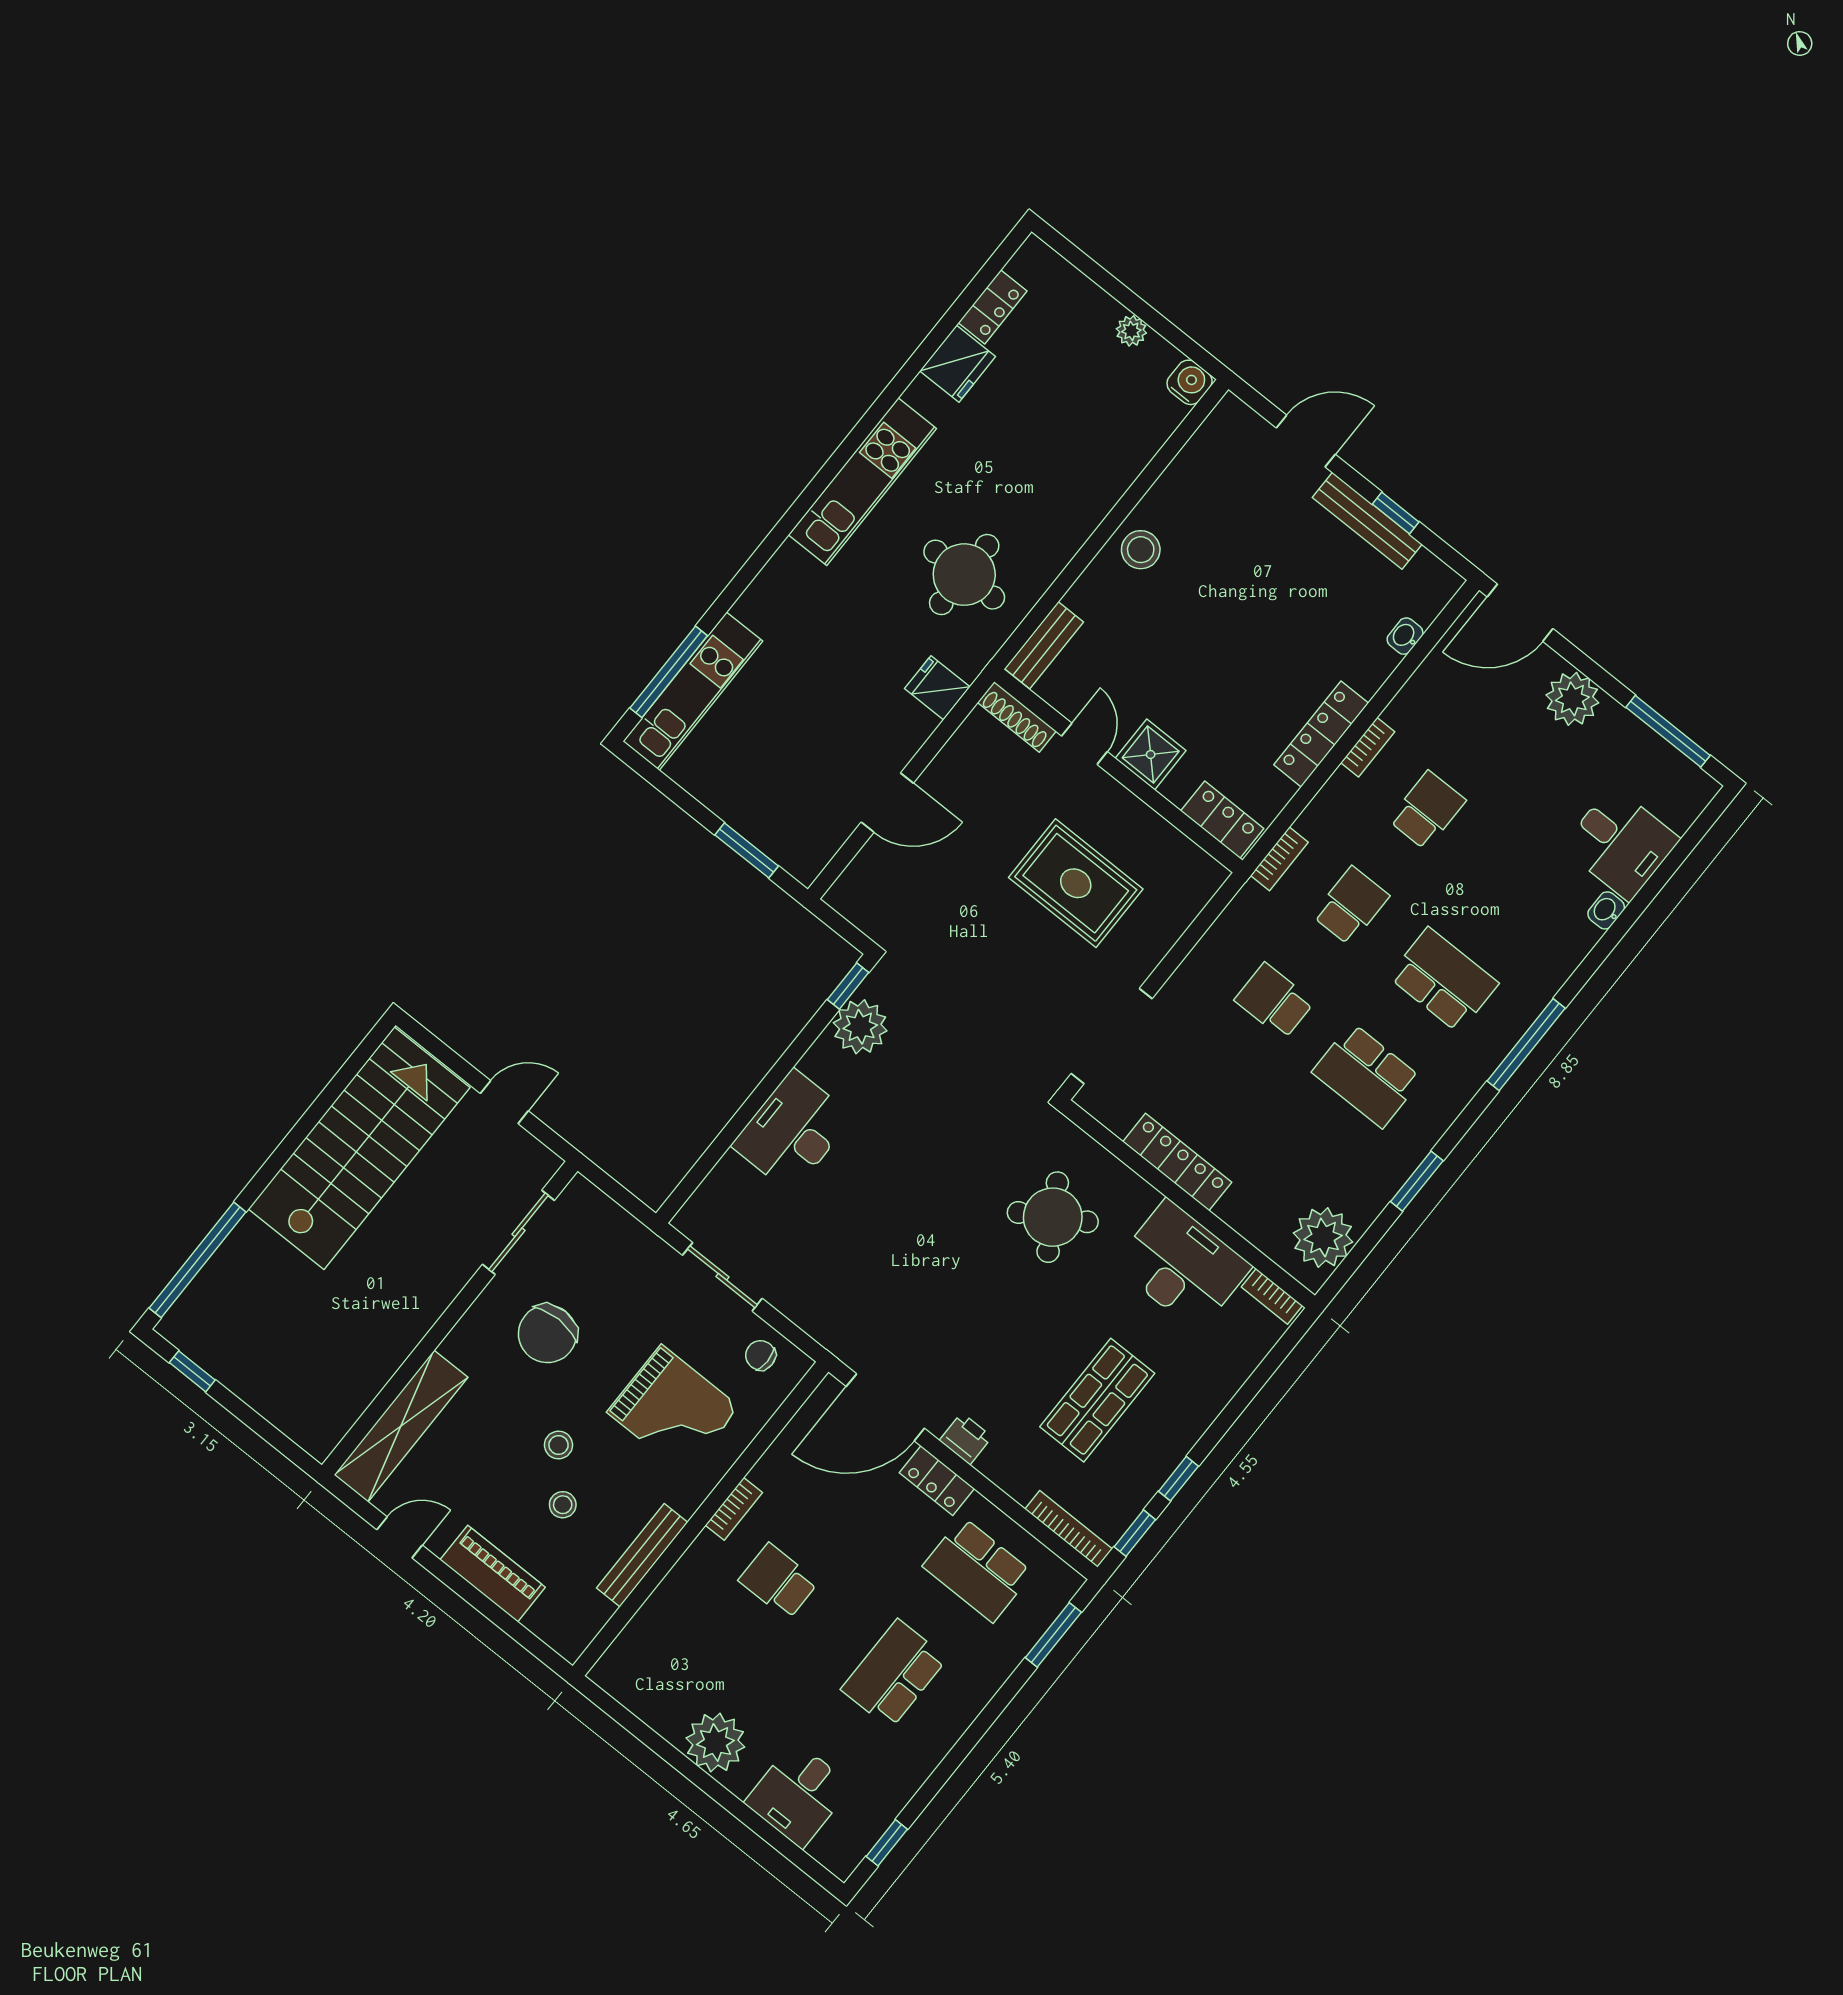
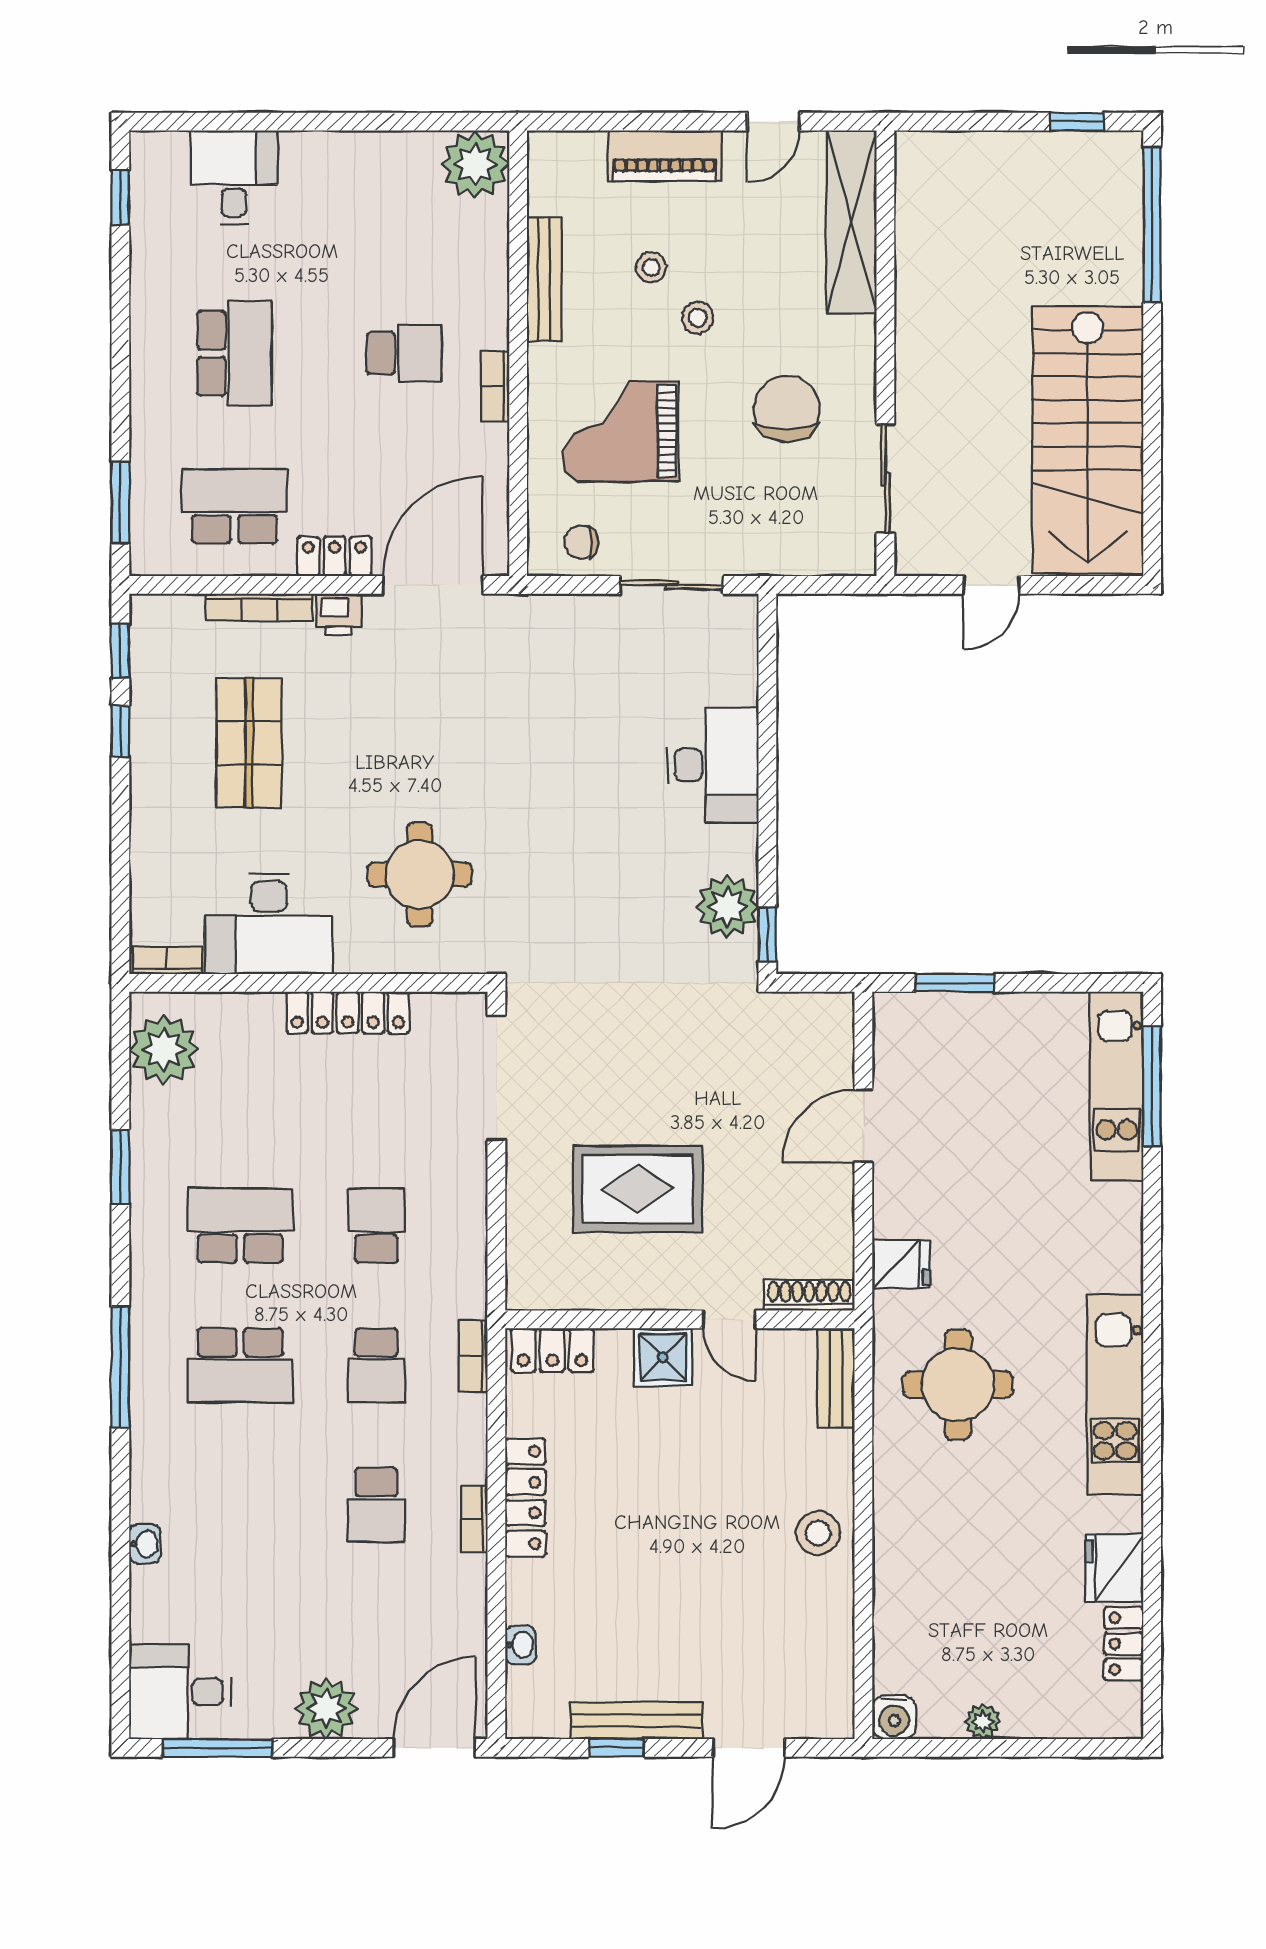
desk: (1621, 843) -> (180, 1692), moved
school desk: (1274, 1001) -> (376, 1226), turned -90
round table: (1053, 1217) -> (419, 874), turned 31
chair: (761, 1355) -> (581, 542), turned 180
bookcase: (1069, 1529) -> (259, 607), moved
plant: (715, 1743) -> (475, 164), moved

